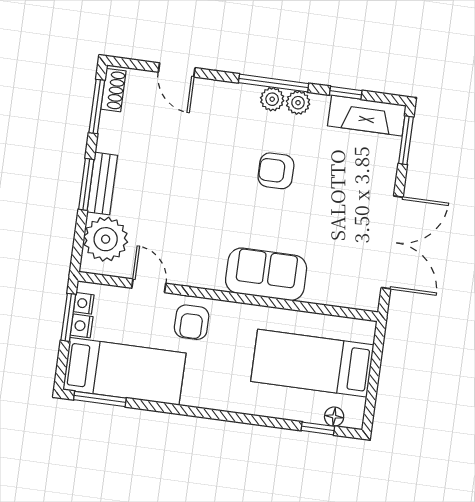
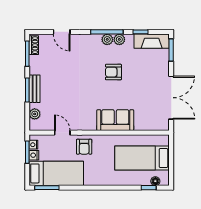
plant: (106, 239) -> (35, 114), width x0.53, depth x0.53

